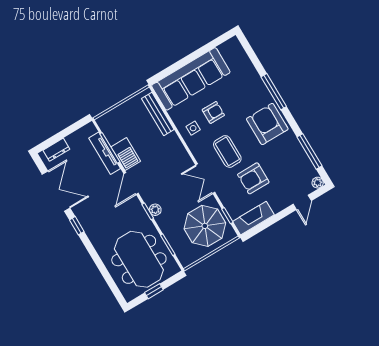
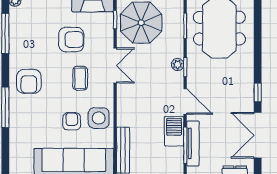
armchair: (213, 112) -> (72, 121), turned 90
armchair: (267, 124) -> (29, 81), width x0.73, depth x0.73
side table: (193, 128) -> (99, 118), width x1.87, depth x1.87
coffee table: (227, 151) -> (80, 78), width x0.73, depth x0.77
door: (131, 184) -> (185, 101), hinge flipped

